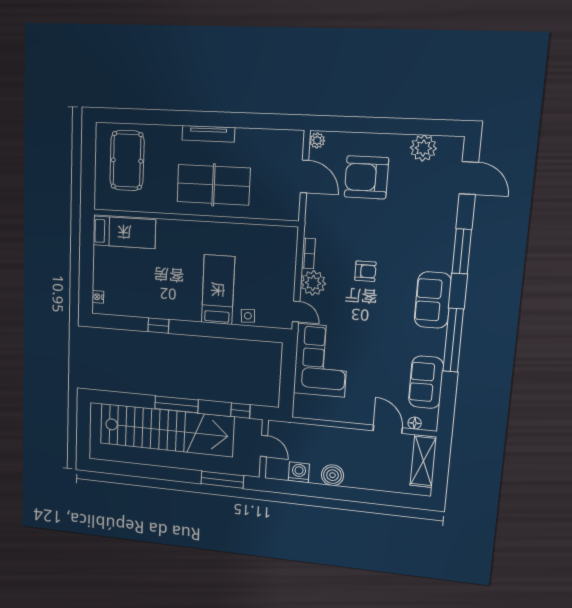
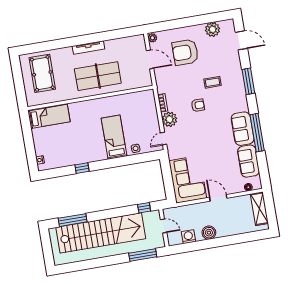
coffee table: (400, 239) -> (212, 82), added
sofa: (433, 300) -> (243, 129), moved
door: (296, 311) -> (164, 139), swing flipped
corner sofa: (321, 360) -> (188, 179), moved
window: (176, 404) -> (73, 220), moved
door: (388, 429) -> (218, 198), moved

